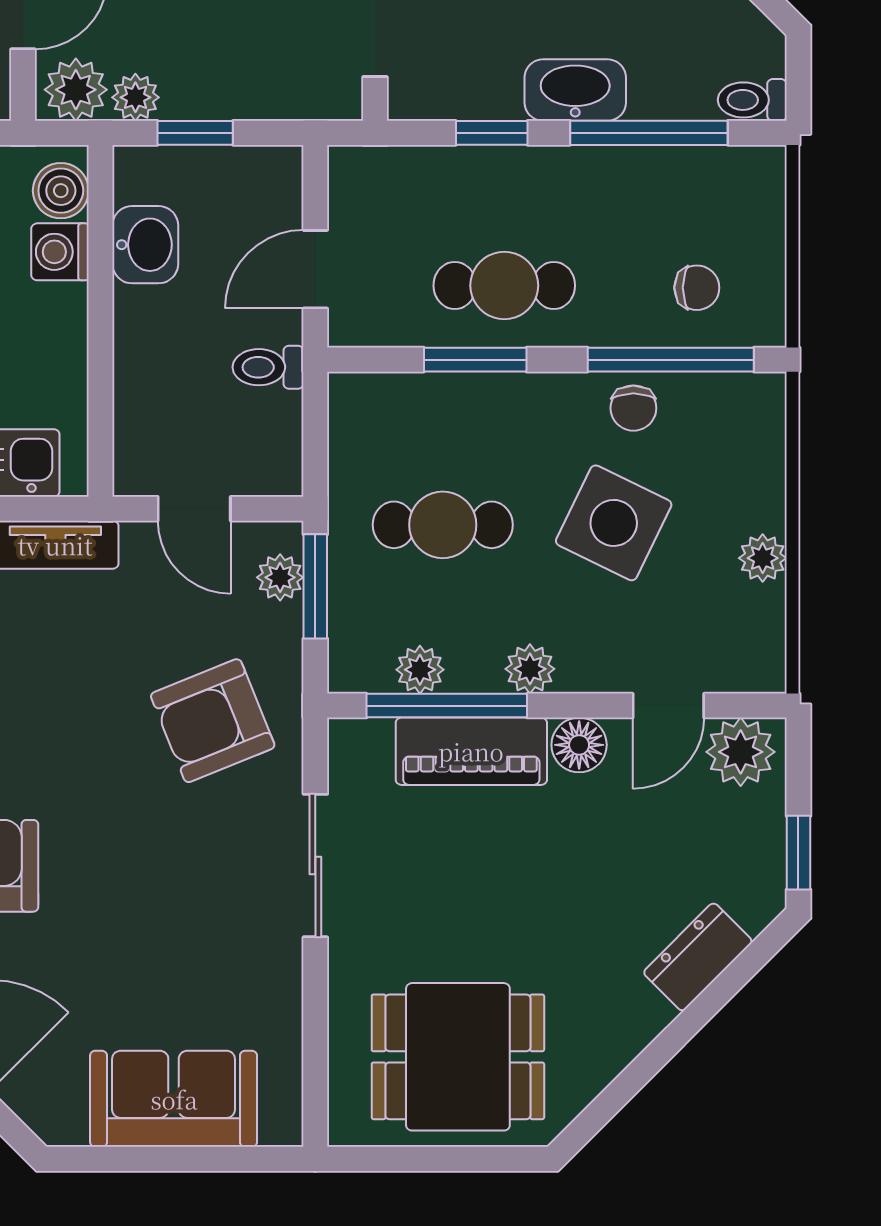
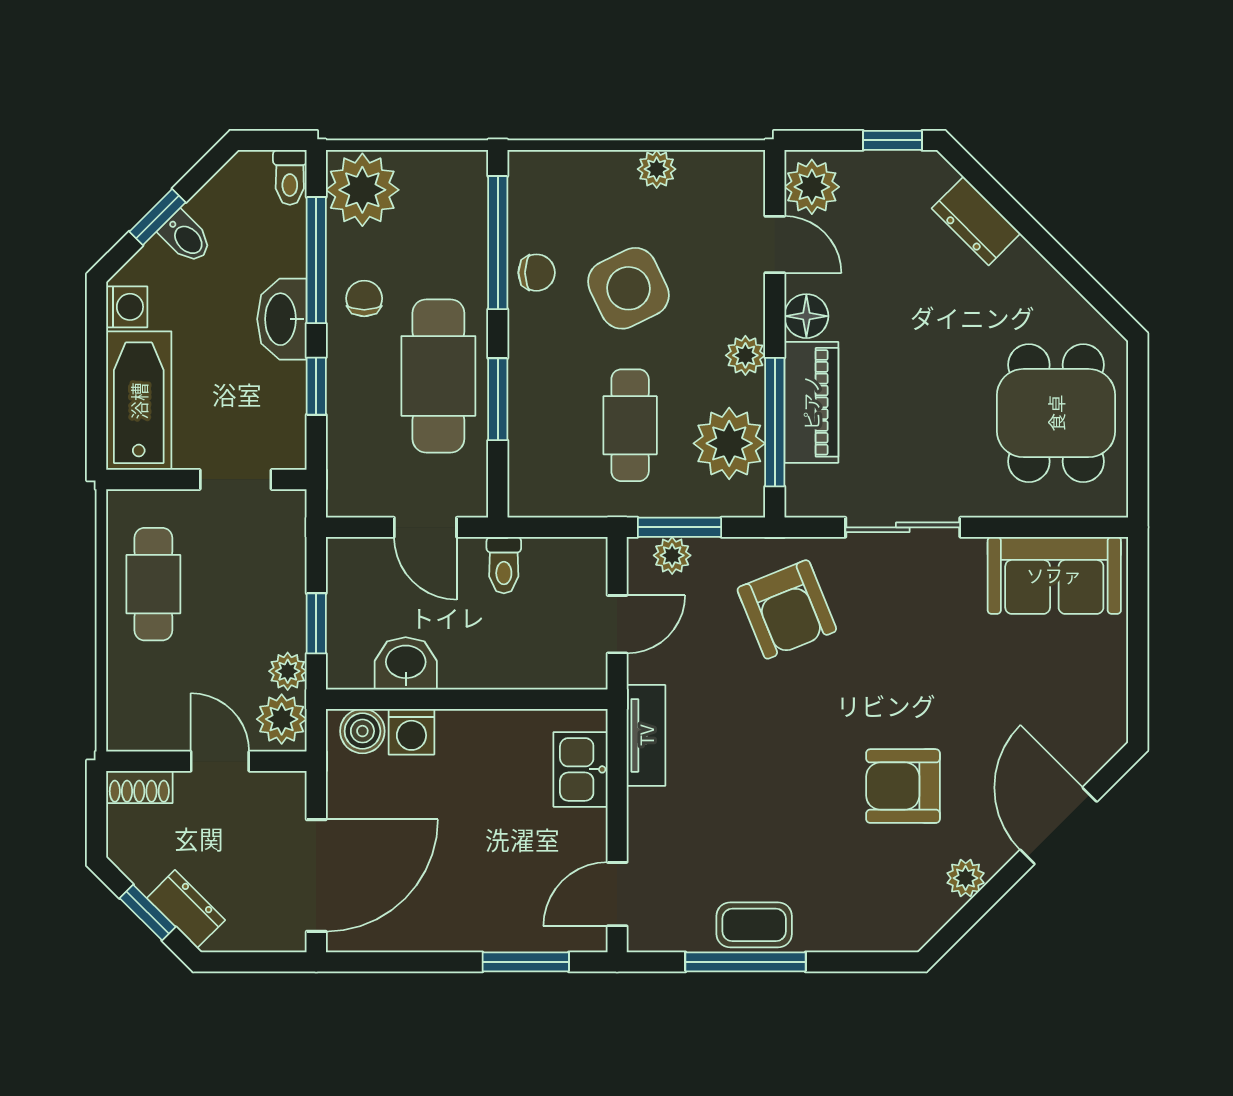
plant: (737, 190) -> (362, 190), added
cafe table: (504, 285) -> (438, 376), width x1.37, depth x1.35
chair: (697, 288) -> (364, 298), moved
side table: (614, 523) -> (628, 288), turned 38
plant: (420, 670) -> (729, 443), width x1.88, depth x1.88
sofa: (174, 1099) -> (1054, 575), moved, turned -90

